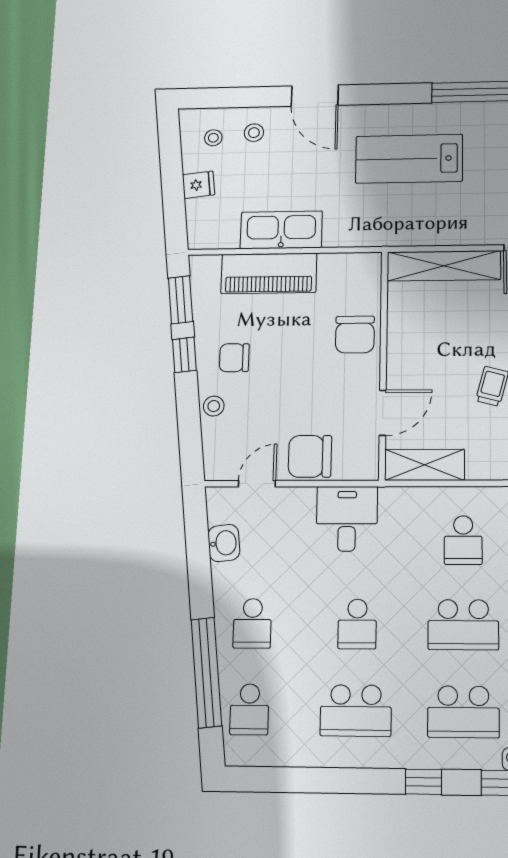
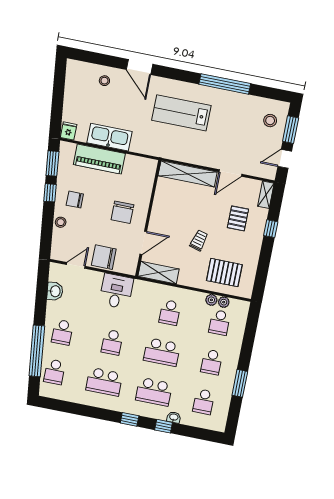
stool: (213, 138) -> (83, 79), removed
fridge: (199, 185) -> (69, 131), moved, turned -83
chair: (355, 334) -> (122, 212), moved

